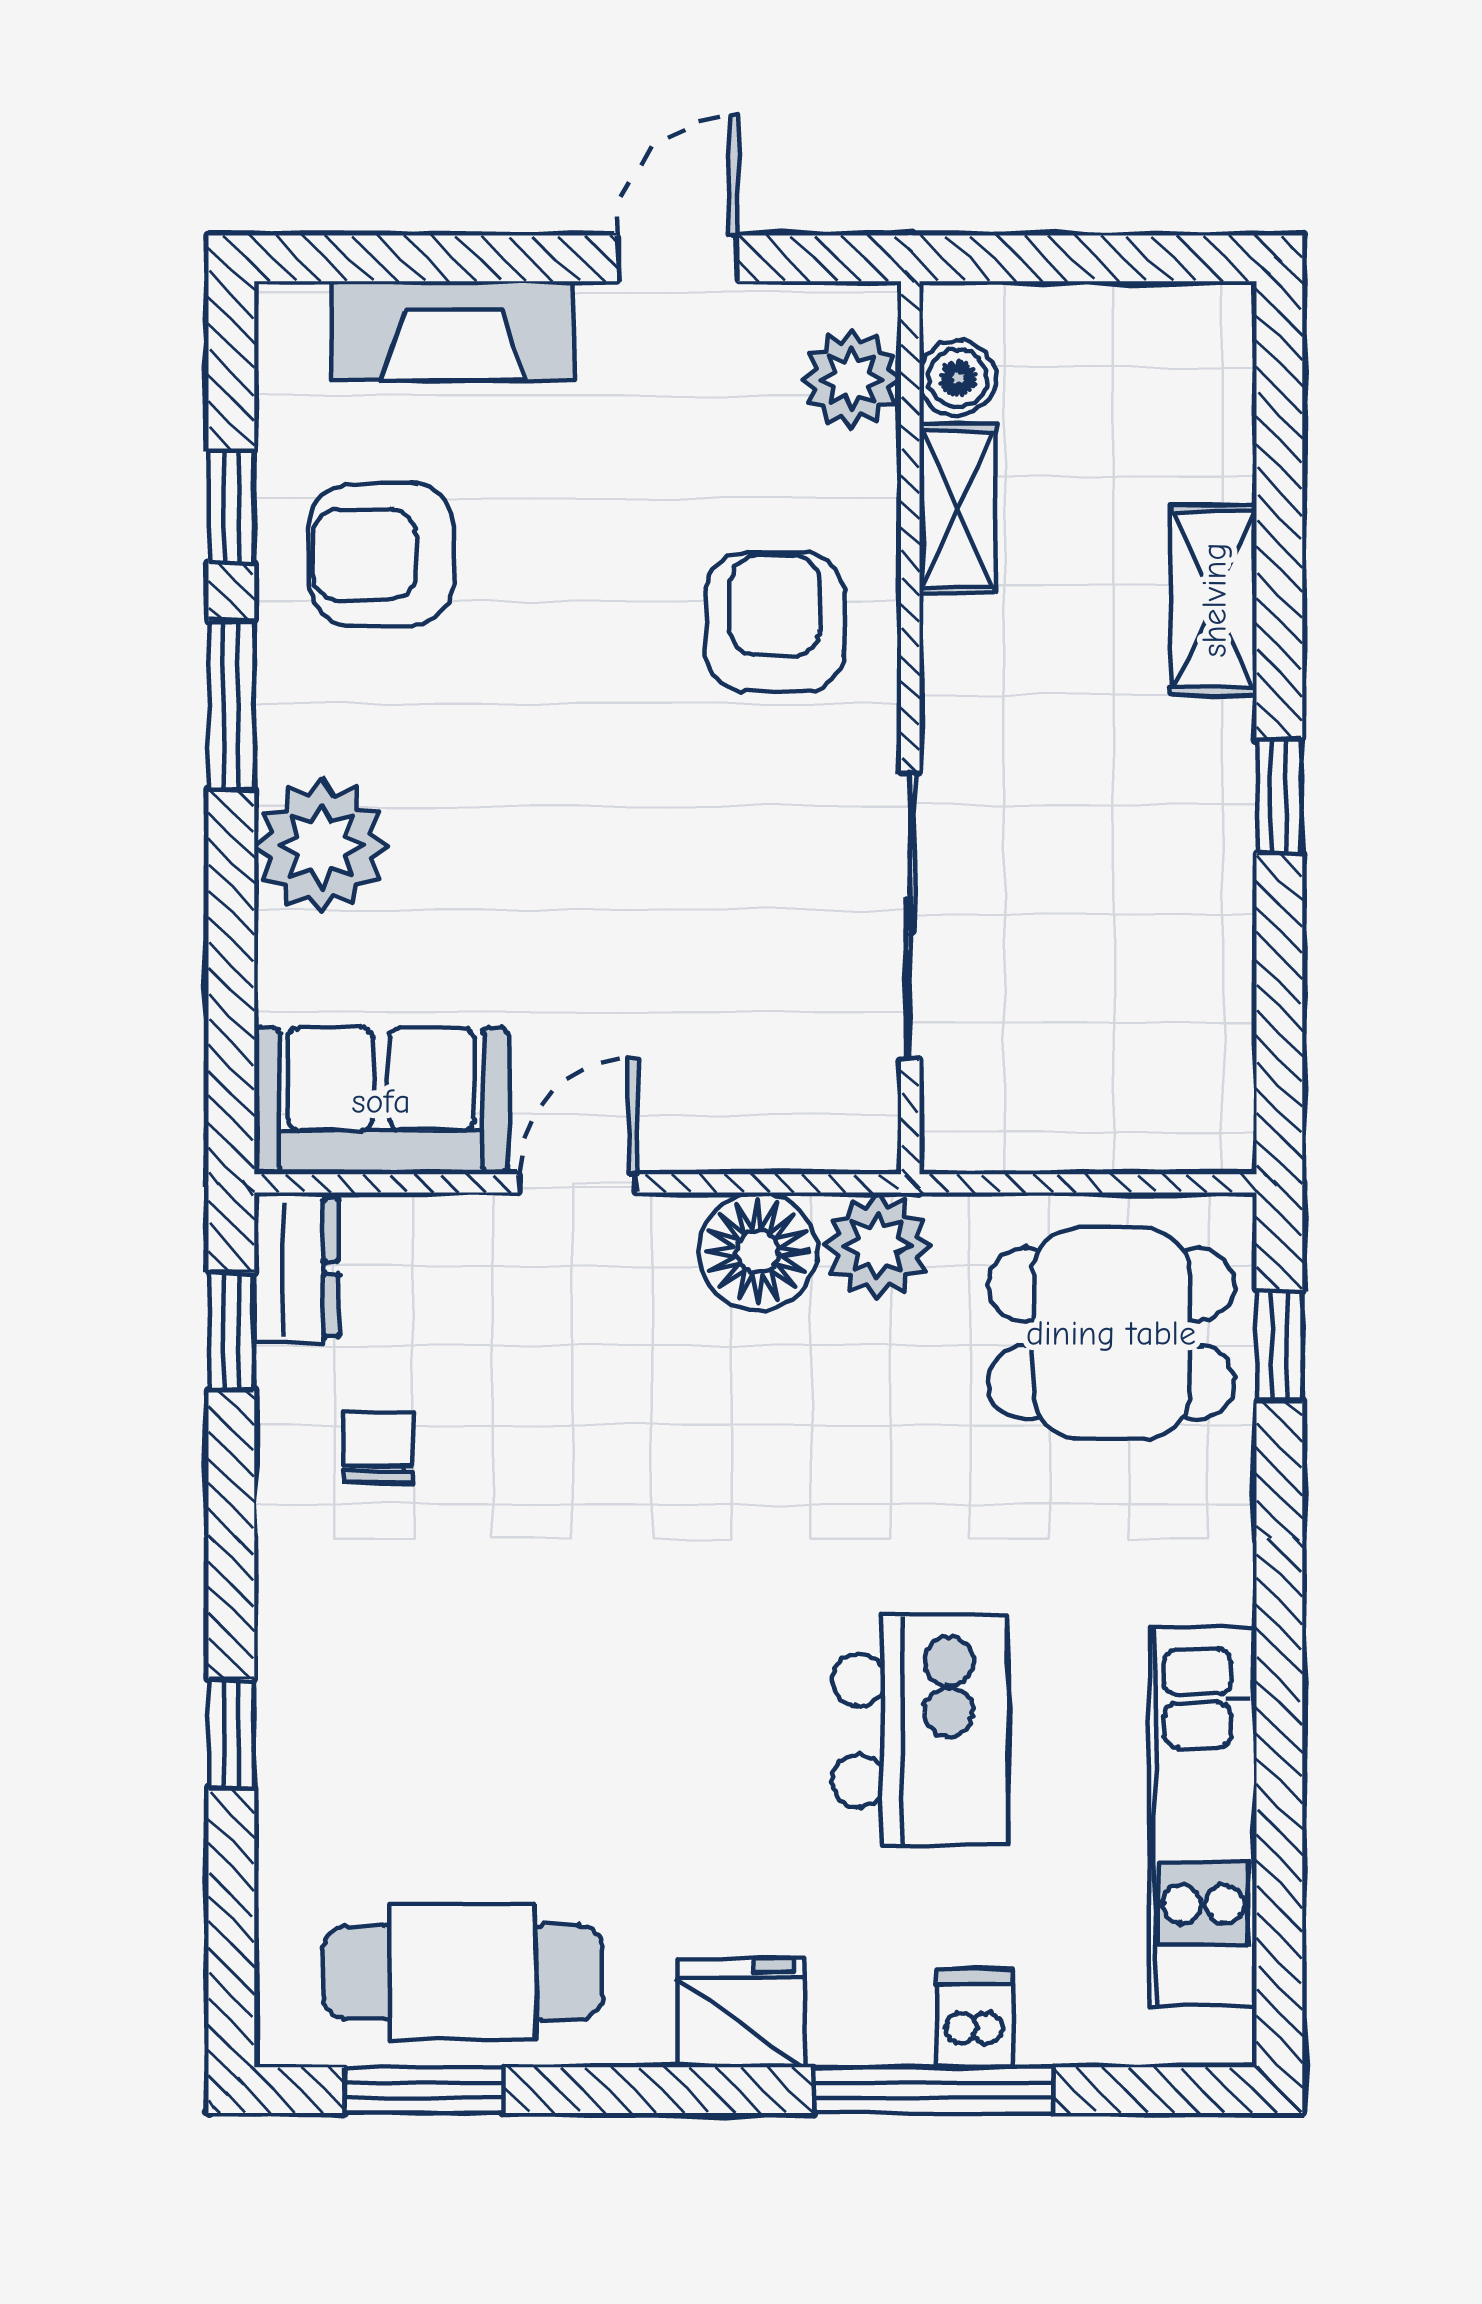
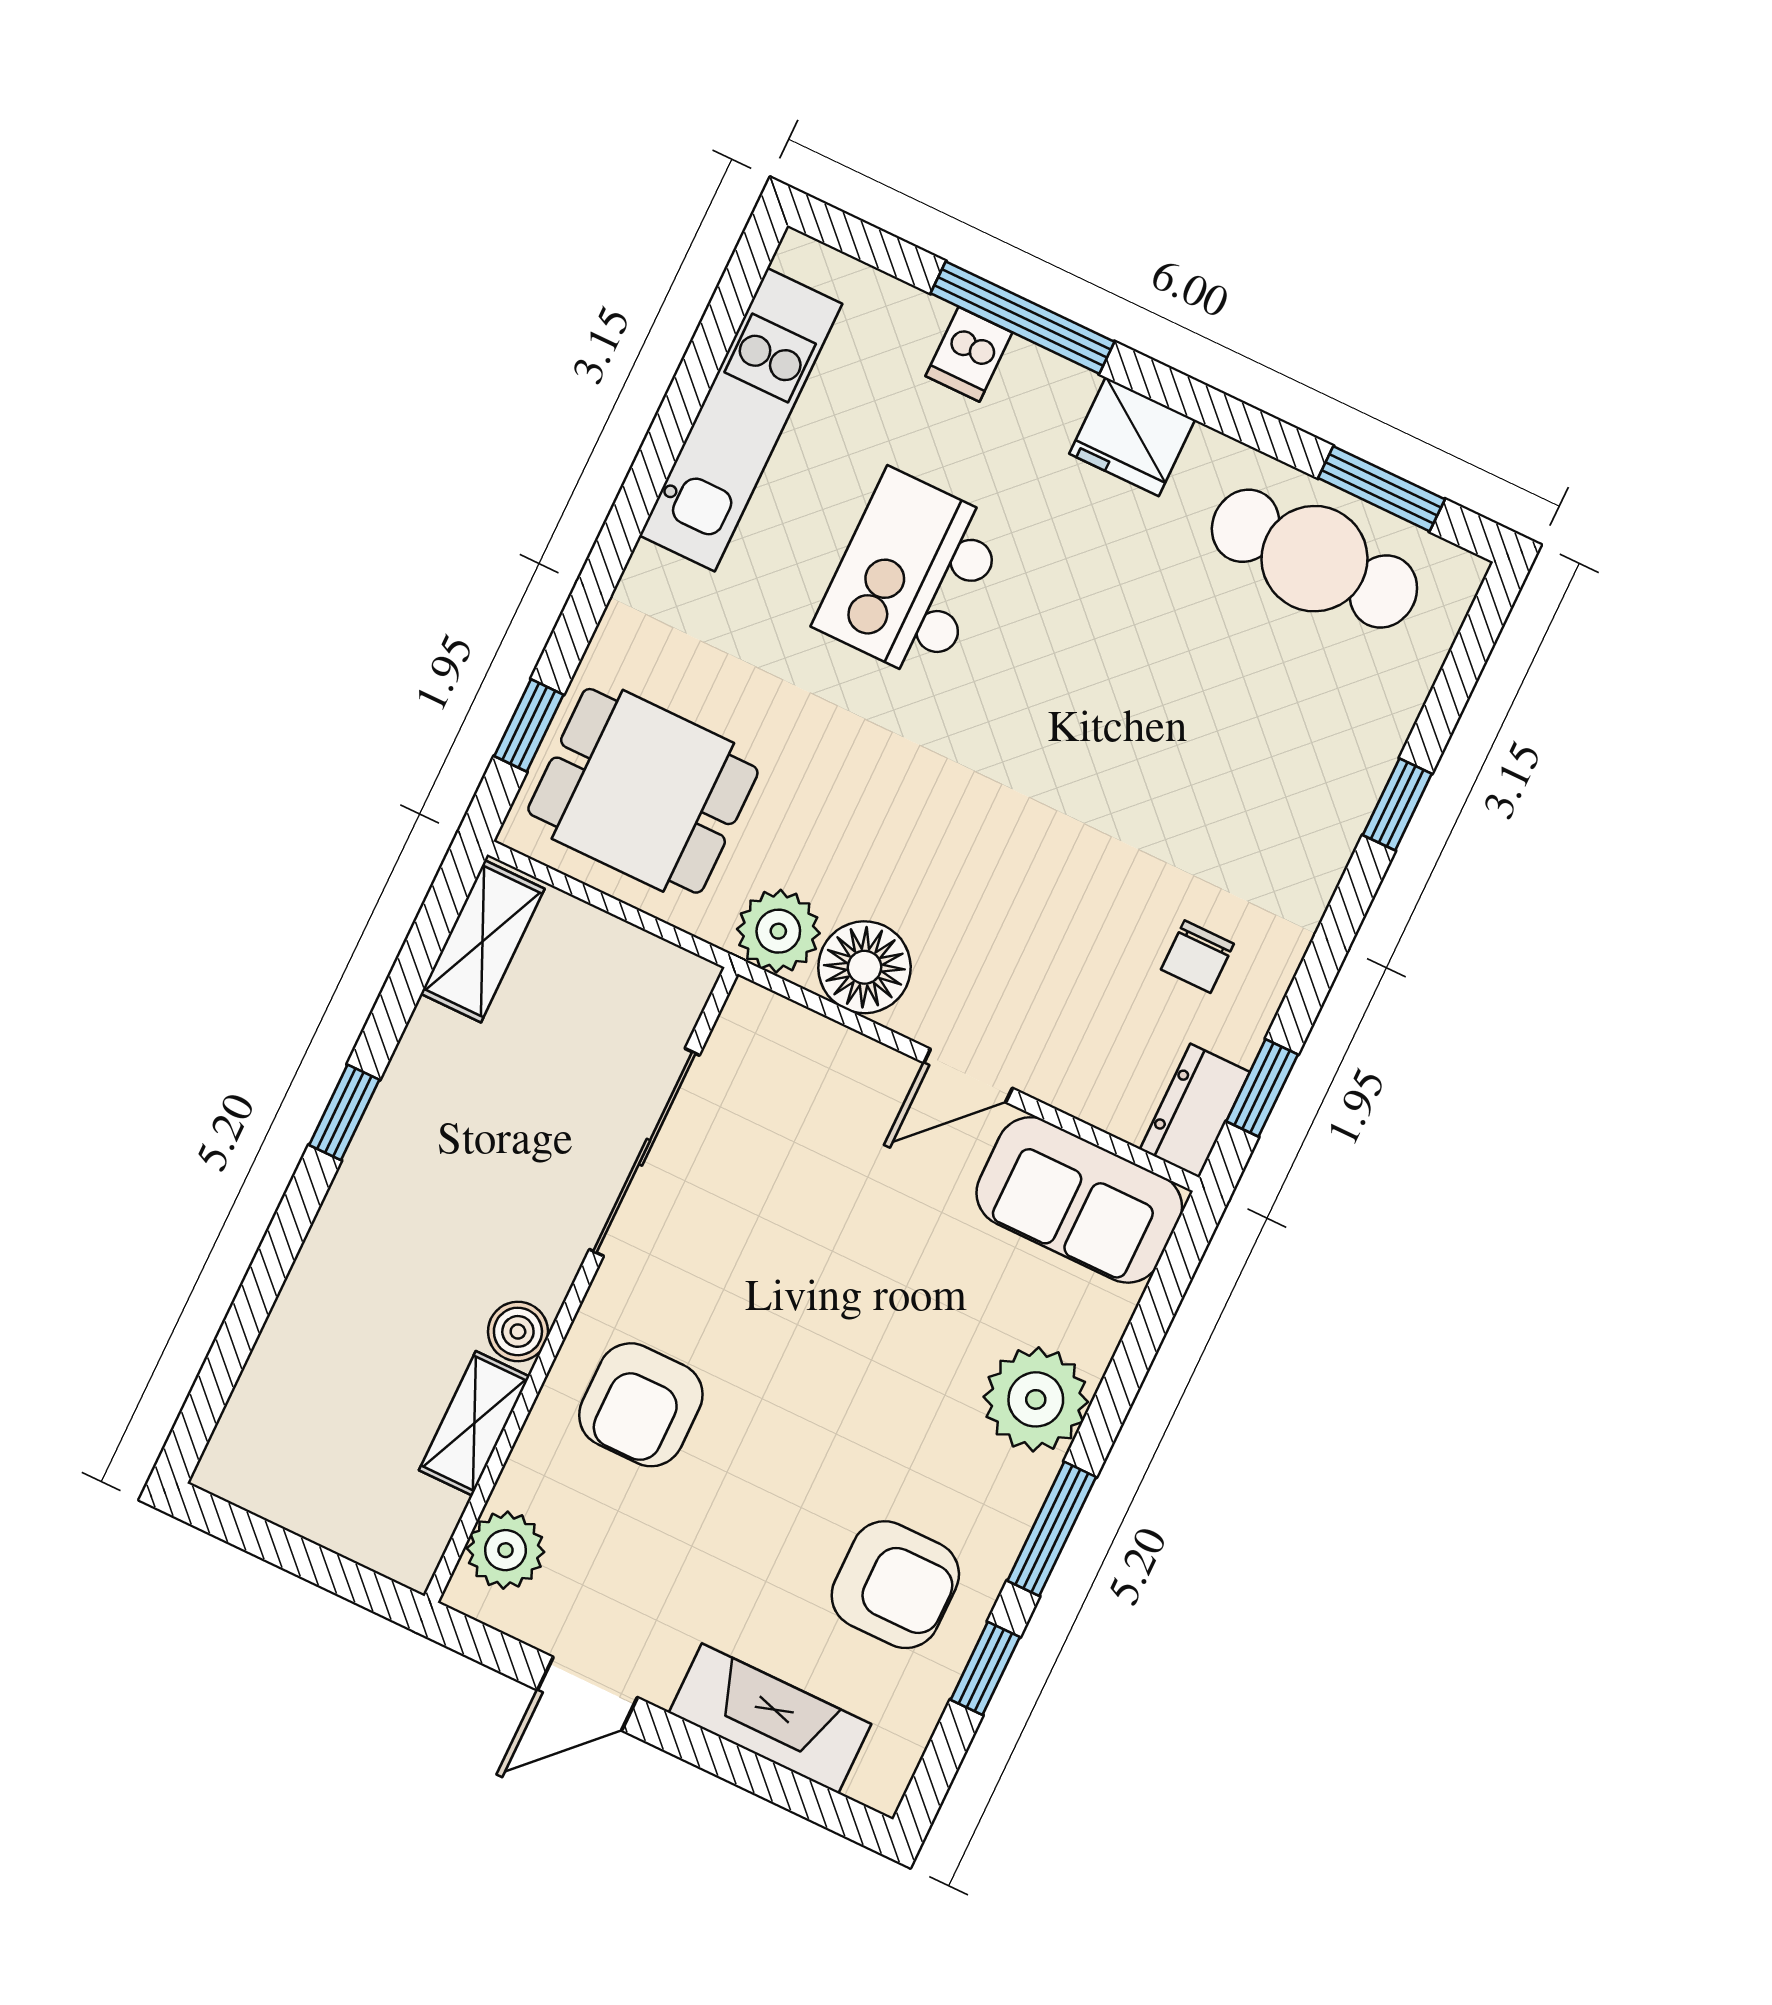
boiler: (958, 378) -> (518, 1331), moved
shelving: (1214, 600) -> (483, 941), moved

